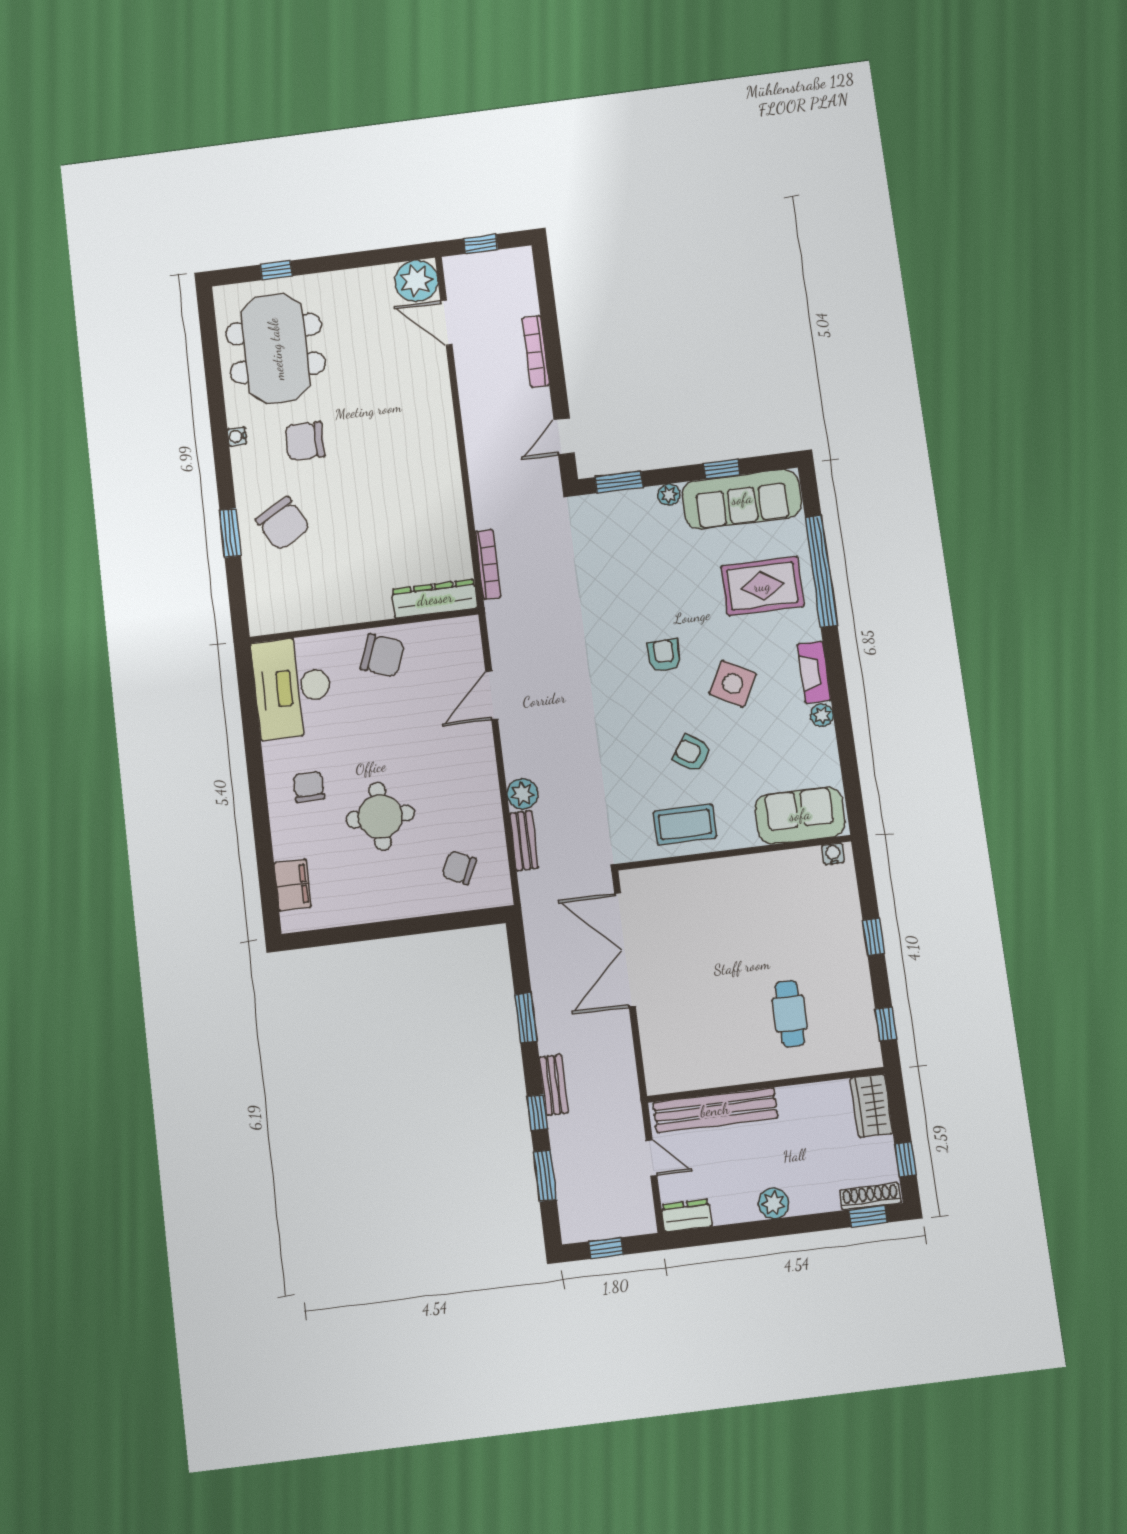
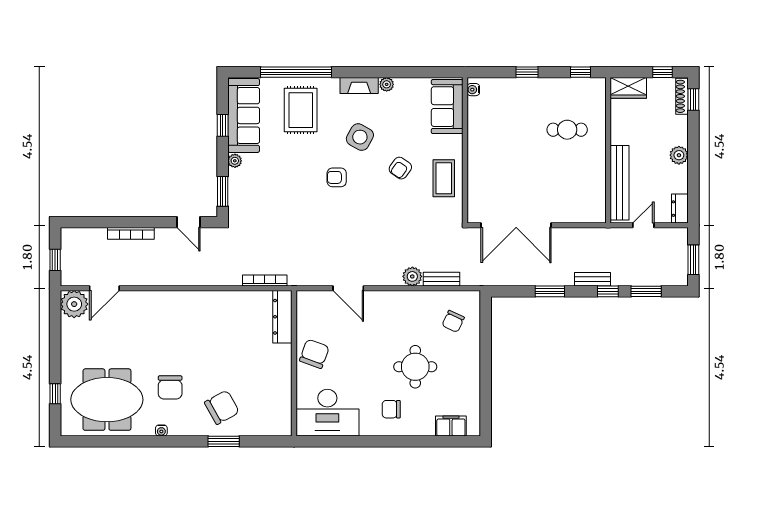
window: (606, 1248) -> (693, 260), width x1.50

